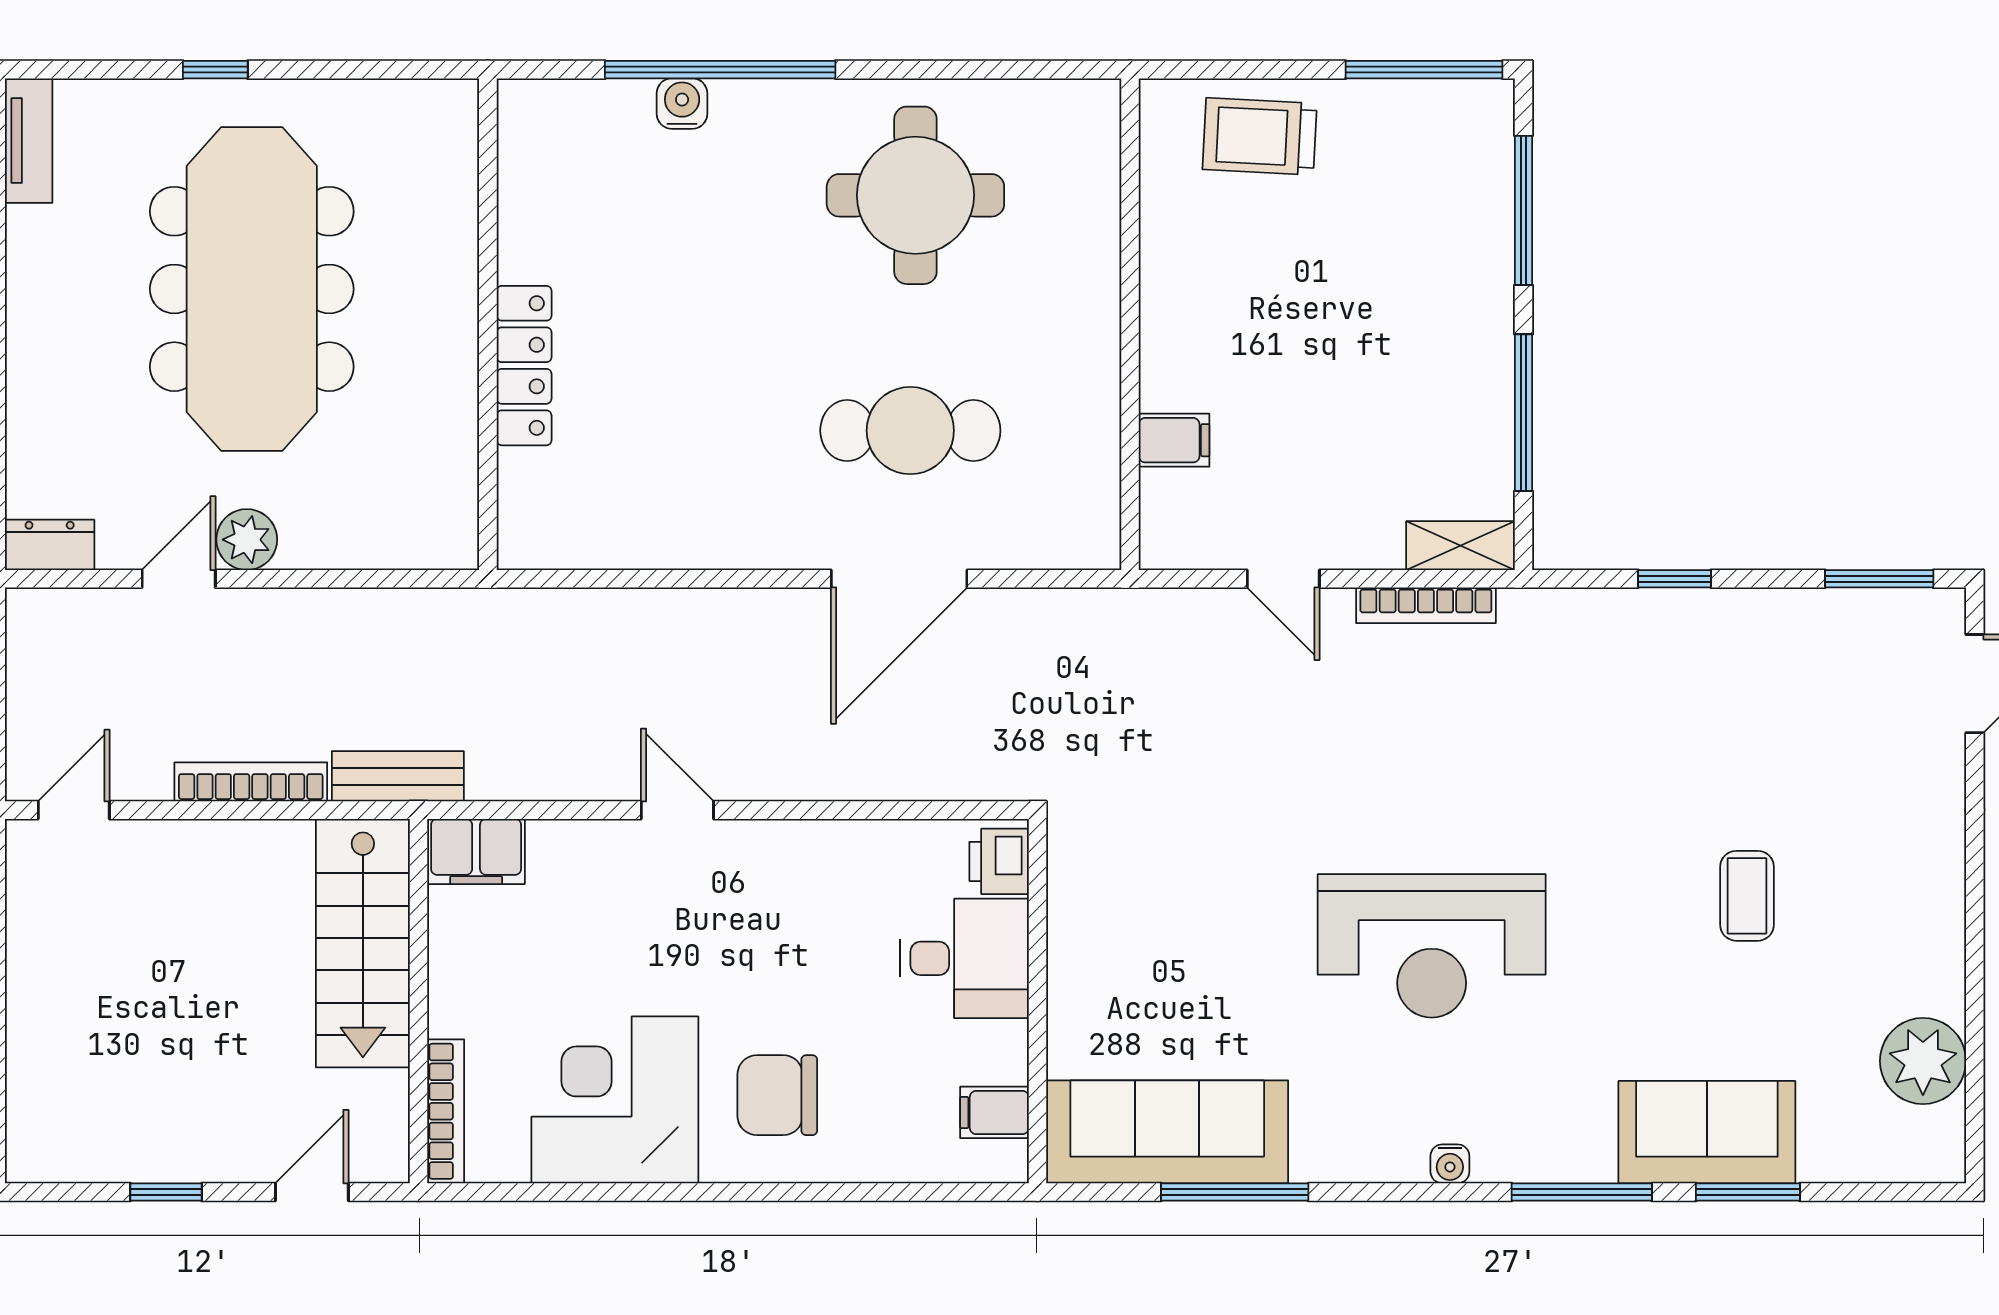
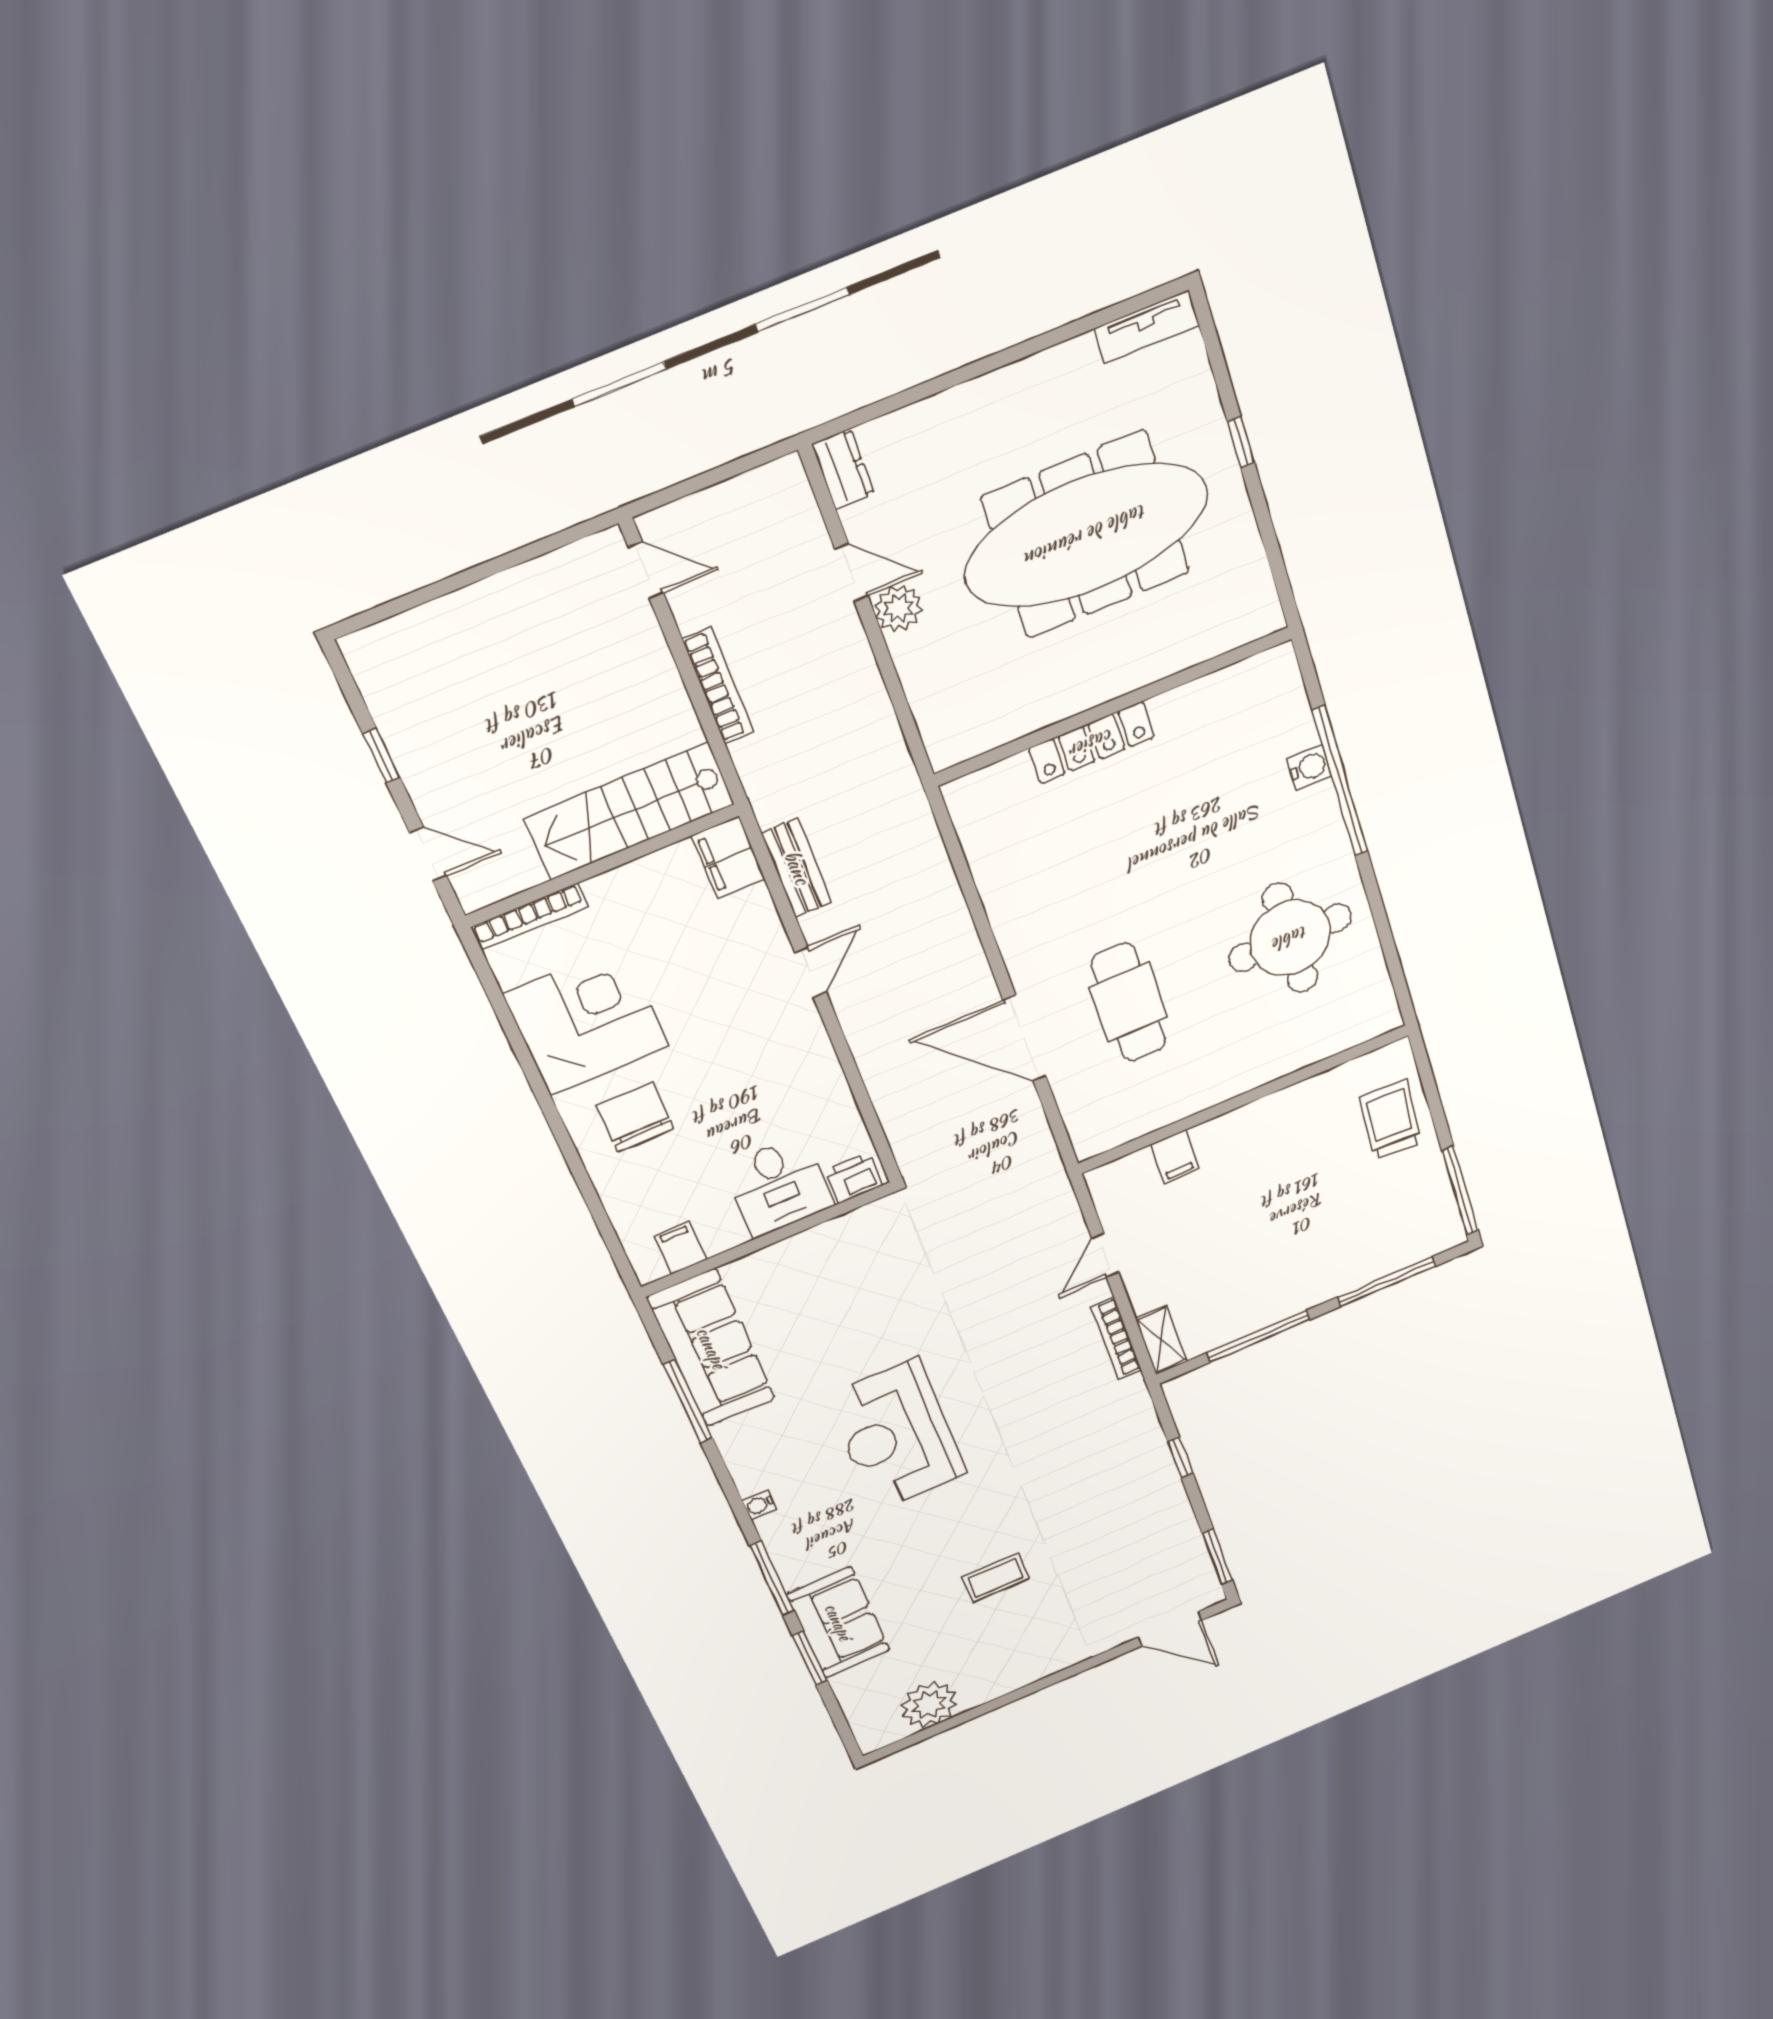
bench: (398, 776) -> (797, 868), moved

